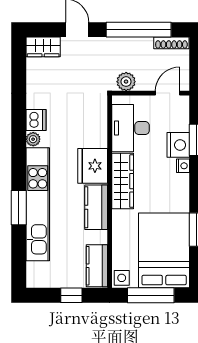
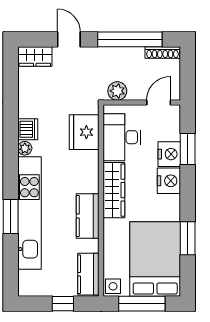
fridge: (93, 166) -> (84, 132), moved
nightstand: (183, 166) -> (169, 181), width x1.89, depth x1.79

